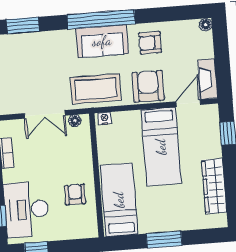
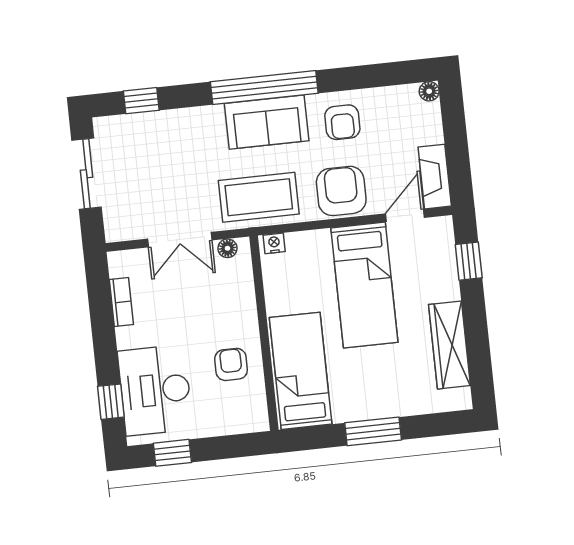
window: (23, 25) -> (141, 101), width x0.67
armchair: (150, 43) -> (342, 122), turned -90

